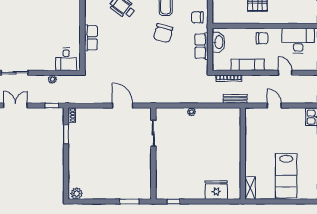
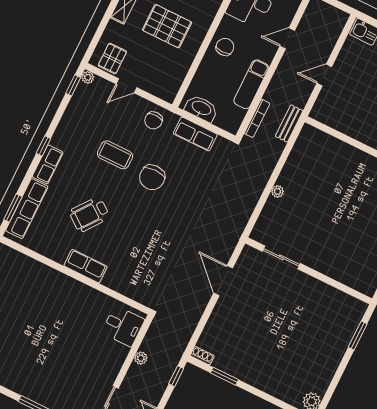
chair: (163, 33) -> (152, 177), turned 75
row of seats: (91, 38) -> (86, 266), moved
door: (123, 106) -> (223, 281), hinge flipped

